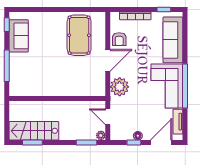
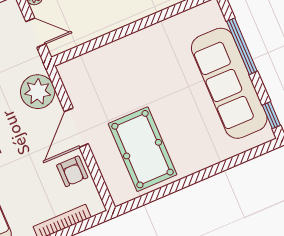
sofa: (19, 36) -> (229, 83), width x1.85, depth x1.27
armchair: (119, 39) -> (72, 171), turned 180

